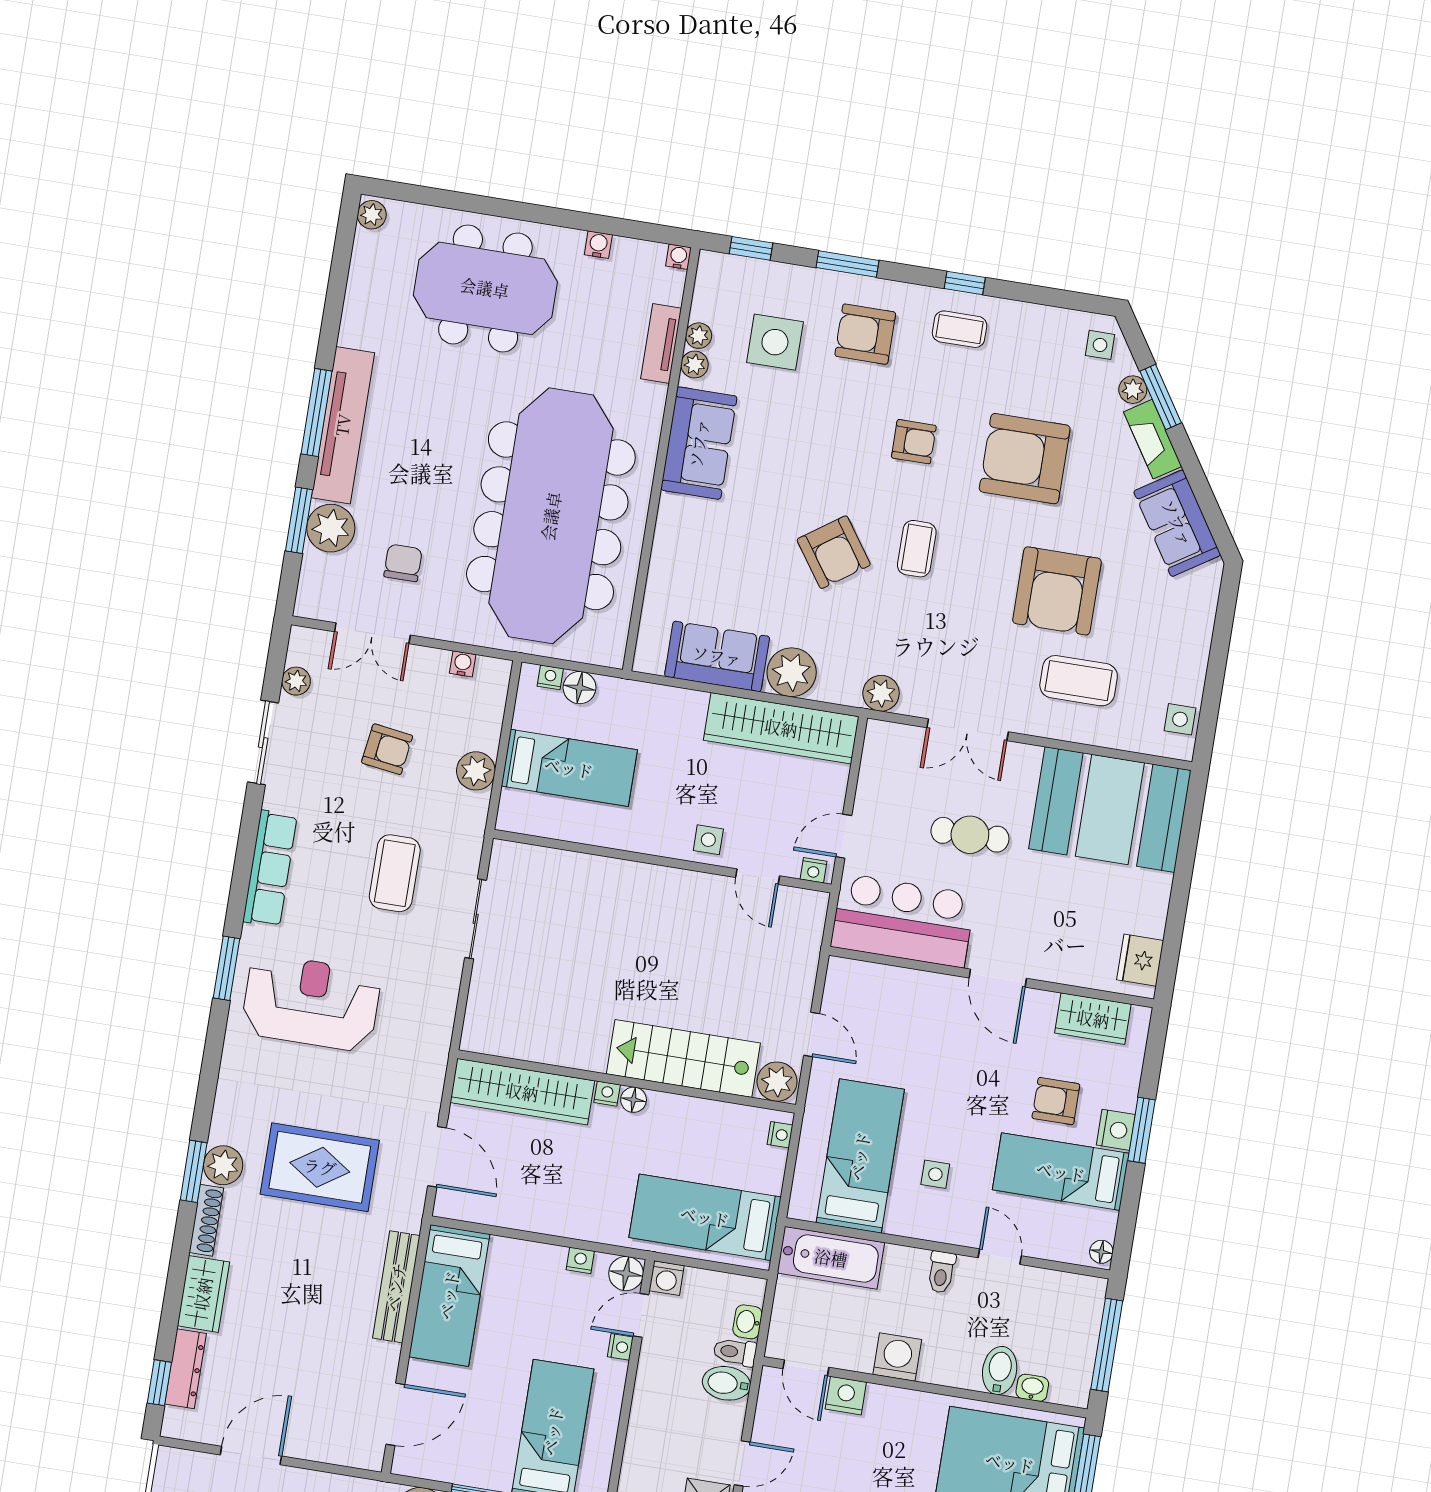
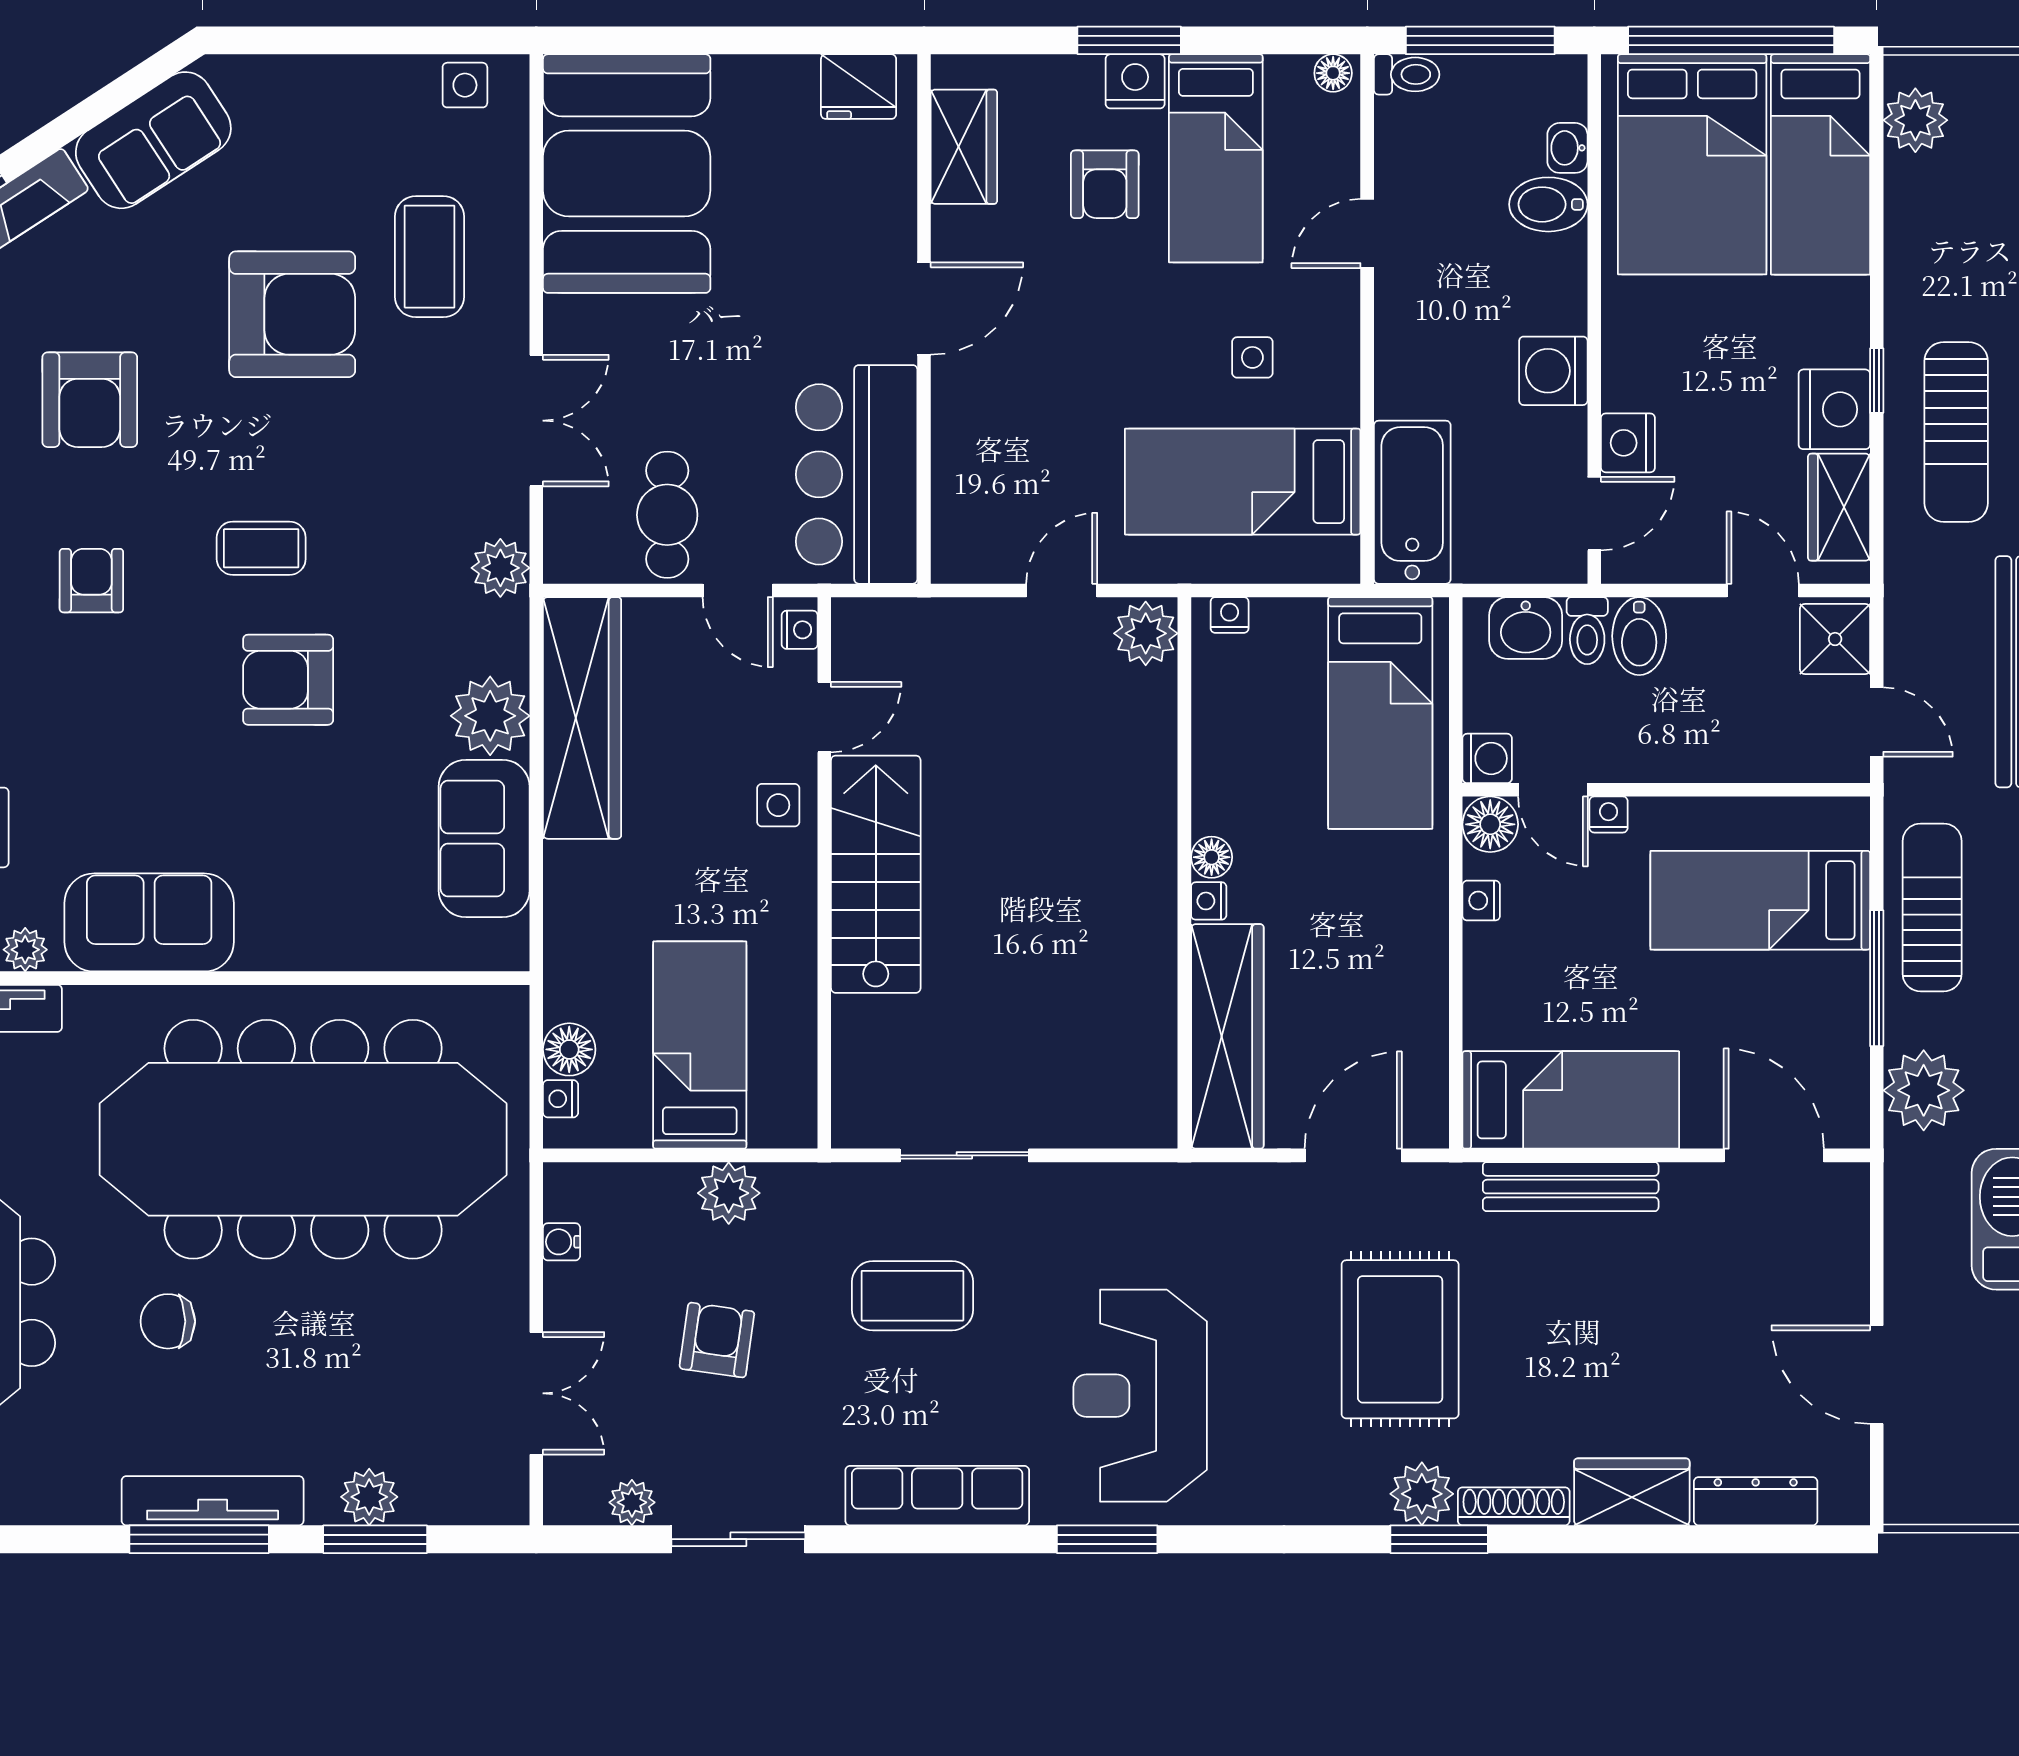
tv unit: (343, 425) -> (213, 1501), width x0.73, depth x0.78
armchair: (1025, 459) -> (90, 400), width x0.73, depth x0.73
plant: (331, 528) -> (369, 1497), width x0.73, depth x0.73
armchair: (834, 552) -> (288, 680), turned -145
chair: (403, 563) -> (168, 1321), moved
cafe table: (970, 835) -> (667, 515), moved
stairs: (683, 1058) -> (876, 874), moved, turned 180
toilet: (941, 1272) -> (1407, 74), moved
washbasin: (748, 1322) -> (1526, 628), width x1.38, depth x1.45
window: (159, 1383) -> (1784, 1539), removed

